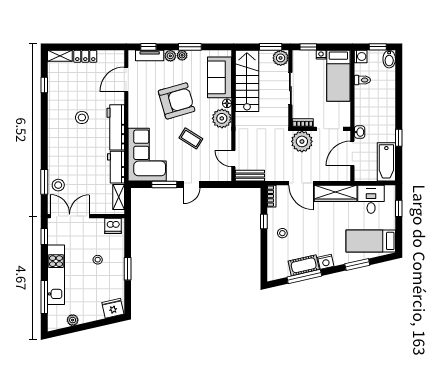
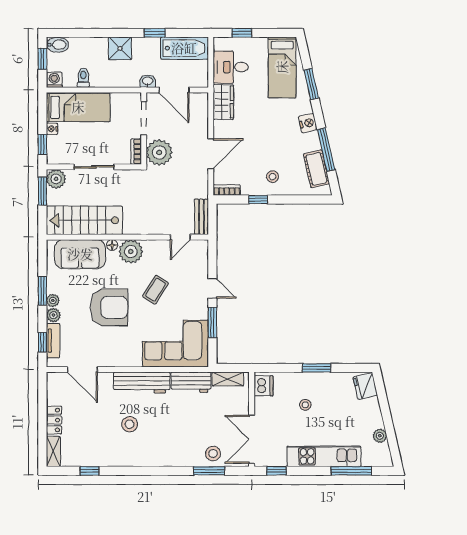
armchair: (177, 101) -> (109, 307), turned 106
shower: (386, 110) -> (120, 48), added
wardrobe: (336, 193) -> (223, 102), width x0.67
cot: (304, 265) -> (316, 169), moved

